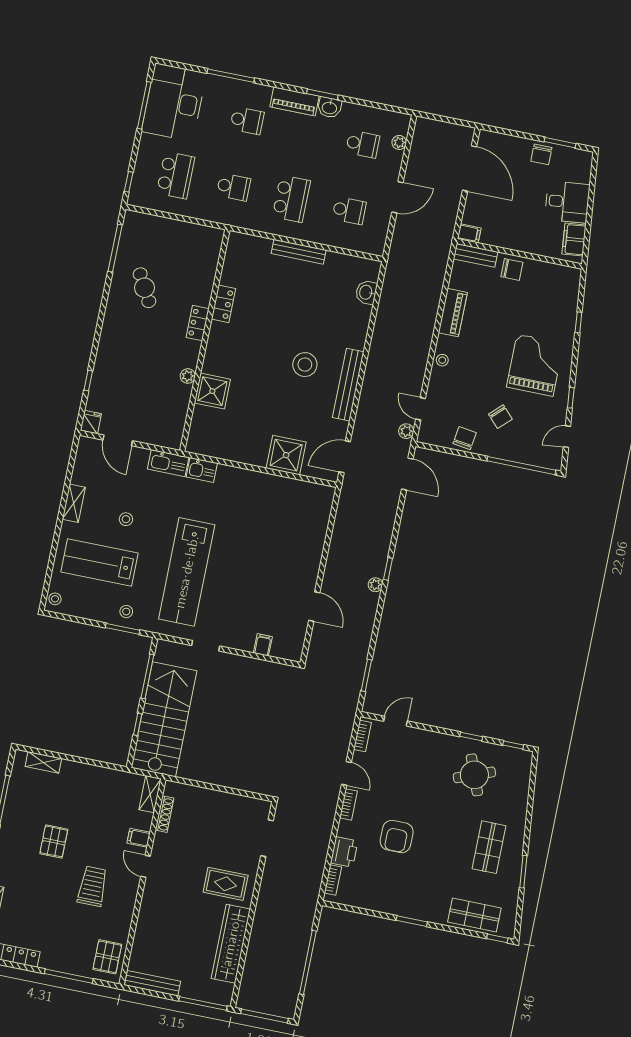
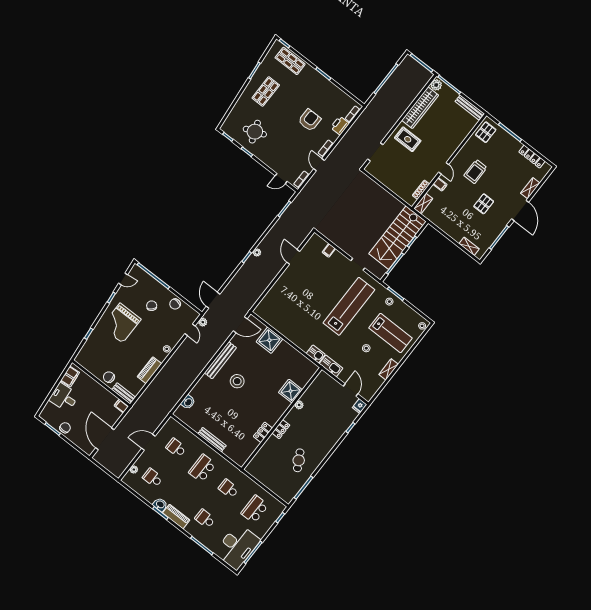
plant: (223, 993) -> (436, 85), added

